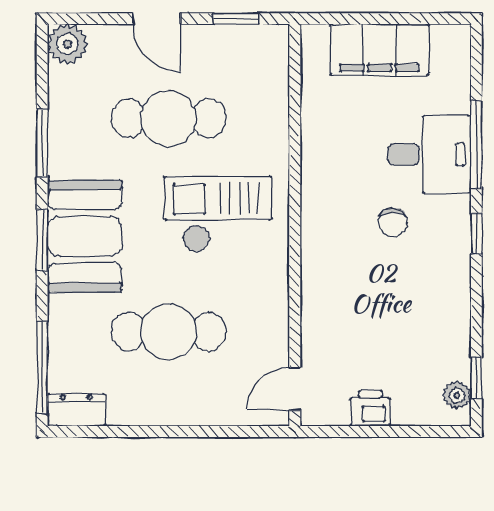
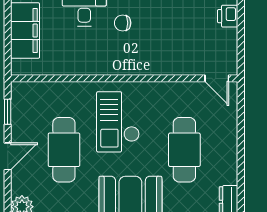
chair: (393, 222) -> (123, 23), turned 180
printer: (370, 408) -> (228, 16), moved

